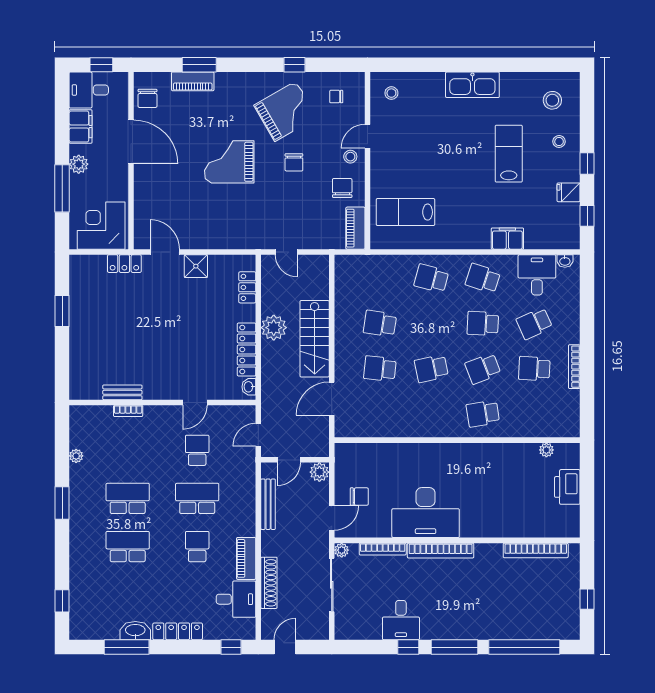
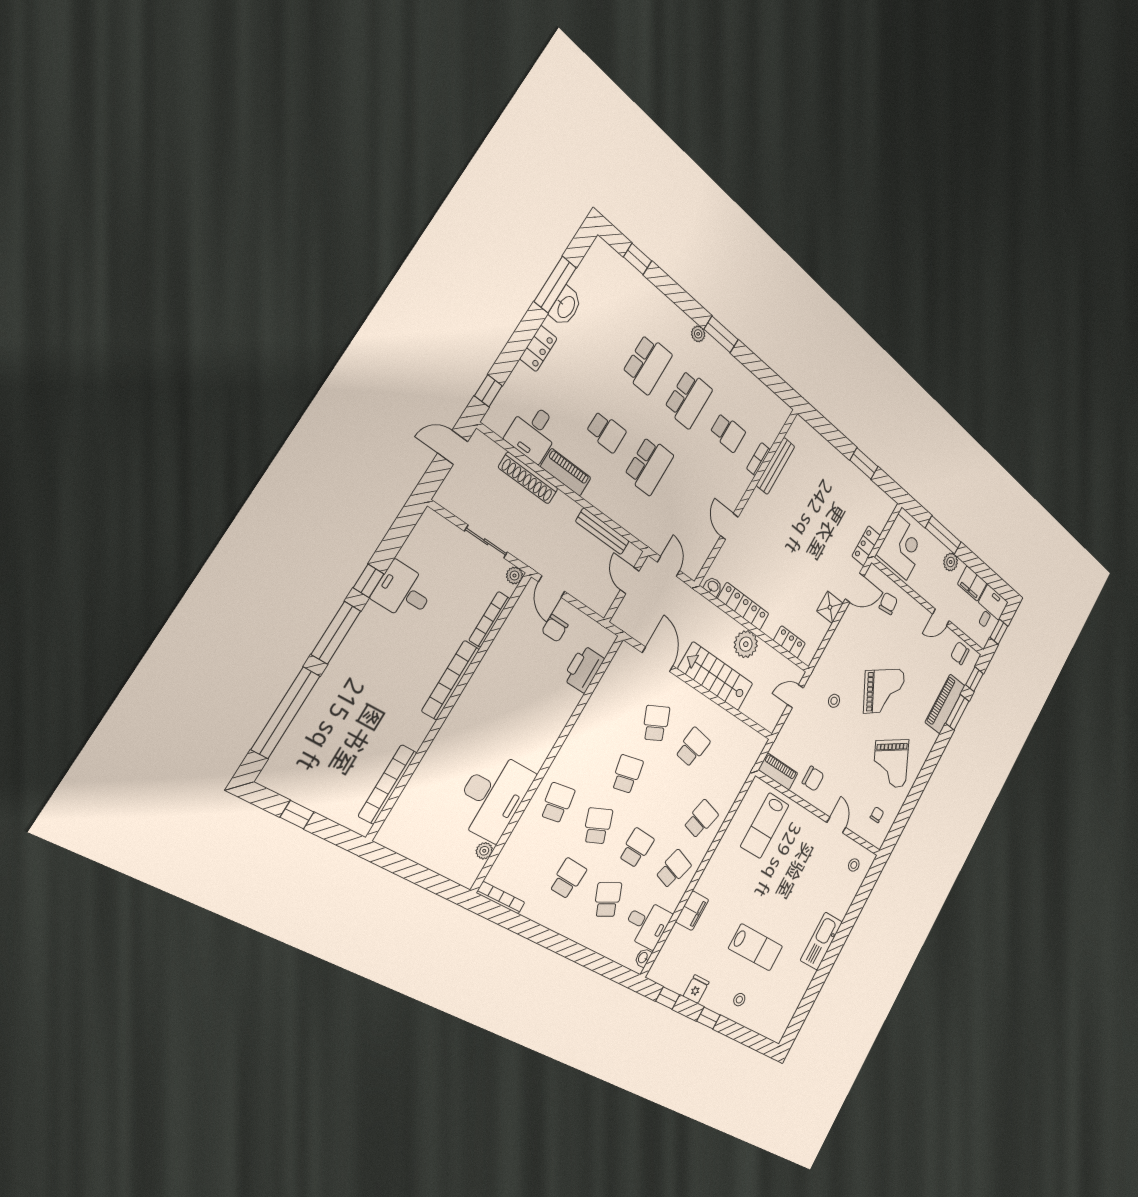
window: (295, 65) -> (974, 679), moved
piano: (193, 81) -> (945, 704), width x1.37, depth x1.33
stool: (552, 100) -> (772, 1009), removed
door: (131, 142) -> (941, 617), width x0.53
stool: (350, 157) -> (834, 701), moved
grand piano: (229, 162) -> (884, 691), turned 58
chair: (294, 162) -> (888, 604), moved, turned 83
lab bench: (405, 212) -> (765, 826), turned 180
bookcase: (574, 367) -> (501, 898), moved
school desk: (380, 369) -> (656, 723), turned -30
bench: (122, 392) -> (776, 466), width x1.36
school desk: (197, 450) -> (728, 433), moved
plant: (76, 456) -> (698, 334), moved
plant: (319, 472) -> (601, 603), removed
printer: (567, 487) -> (584, 669), moved, turned -90
desk: (426, 513) -> (493, 796), moved, turned 180
sliding door: (332, 585) -> (486, 542), width x0.73
locker: (178, 631) -> (538, 348), width x0.66
door: (285, 647) -> (453, 447), swing flipped

